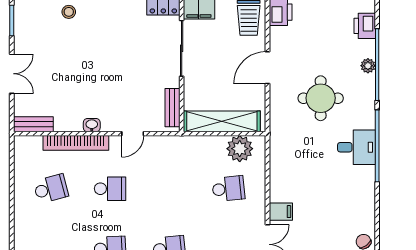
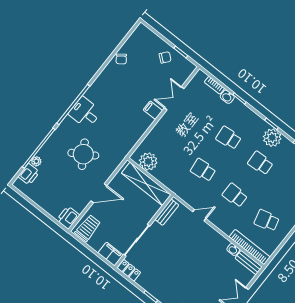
plant: (368, 66) -> (36, 161), moved
round table: (321, 98) -> (83, 154), turned -32
washbasin: (92, 125) -> (233, 250), moved
bookcase: (76, 143) -> (250, 247), moved
school desk: (228, 189) -> (203, 170), moved

